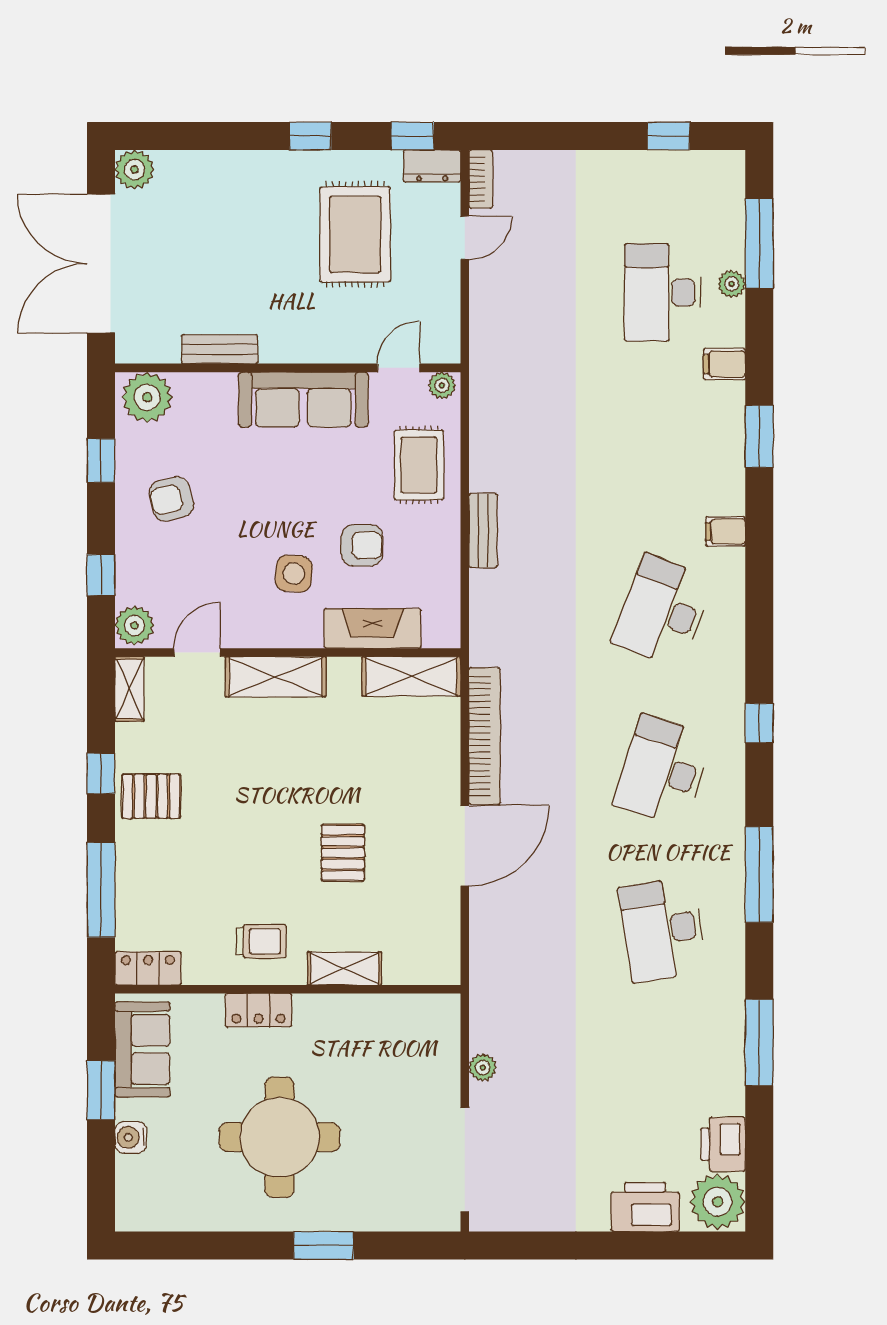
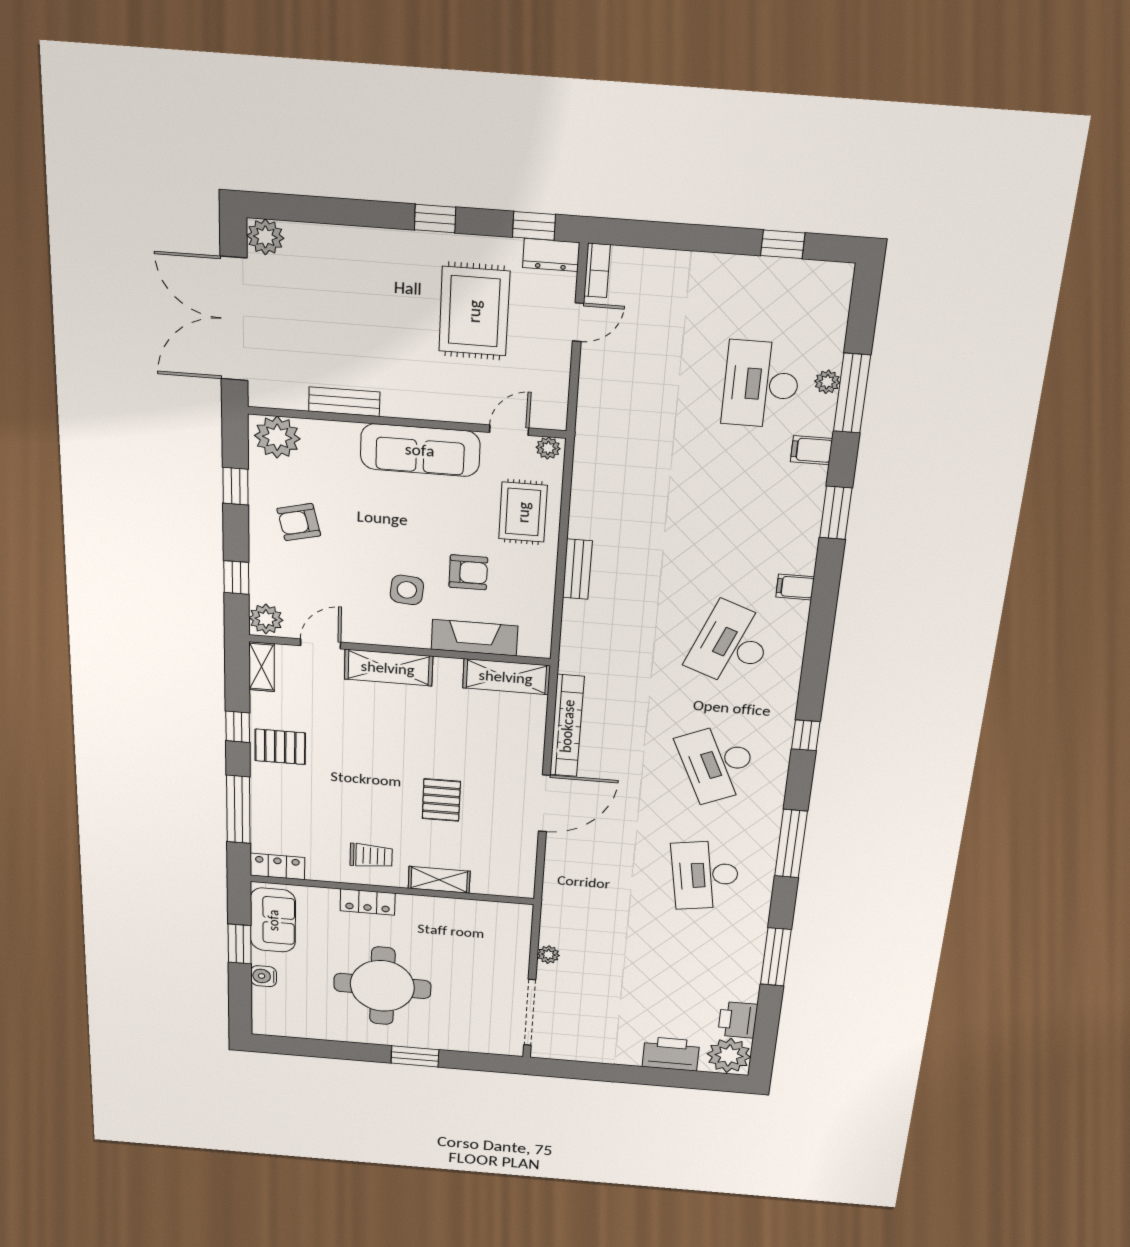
window: (759, 244) -> (852, 393), moved
desk: (663, 770) -> (718, 763), turned -42

